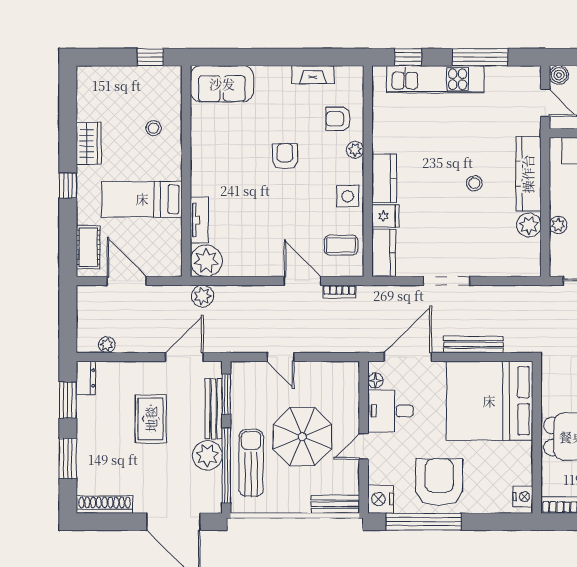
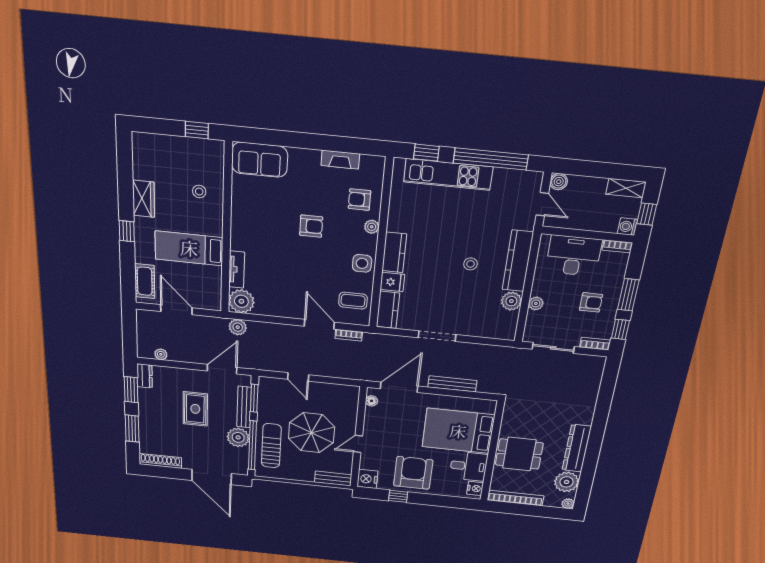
window: (480, 57) -> (491, 159), width x1.46
armchair: (285, 156) -> (311, 226), turned 90
bed: (489, 401) -> (458, 431), width x0.73
desk: (391, 411) -> (469, 466), moved, turned 180
window: (423, 522) -> (398, 496), width x0.32

